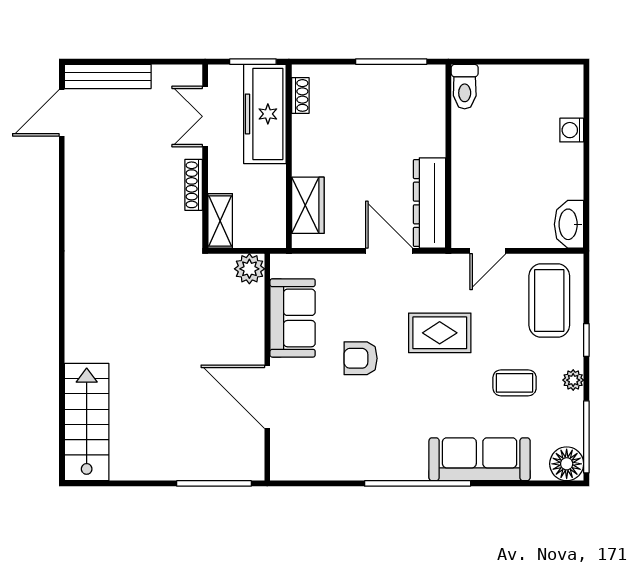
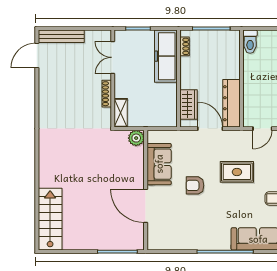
shoe rack: (300, 95) -> (185, 46), moved
freezer: (265, 114) -> (166, 56), moved
wall: (289, 156) -> (179, 79), moved
wardrobe: (308, 205) -> (189, 104), moved

